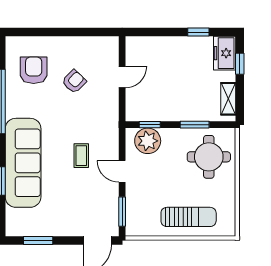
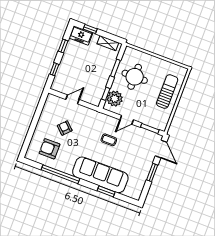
window: (158, 32) -> (54, 69), added
door: (122, 77) -> (72, 99), hinge flipped
round table: (209, 157) -> (135, 77), moved
window: (38, 241) -> (152, 172), moved

